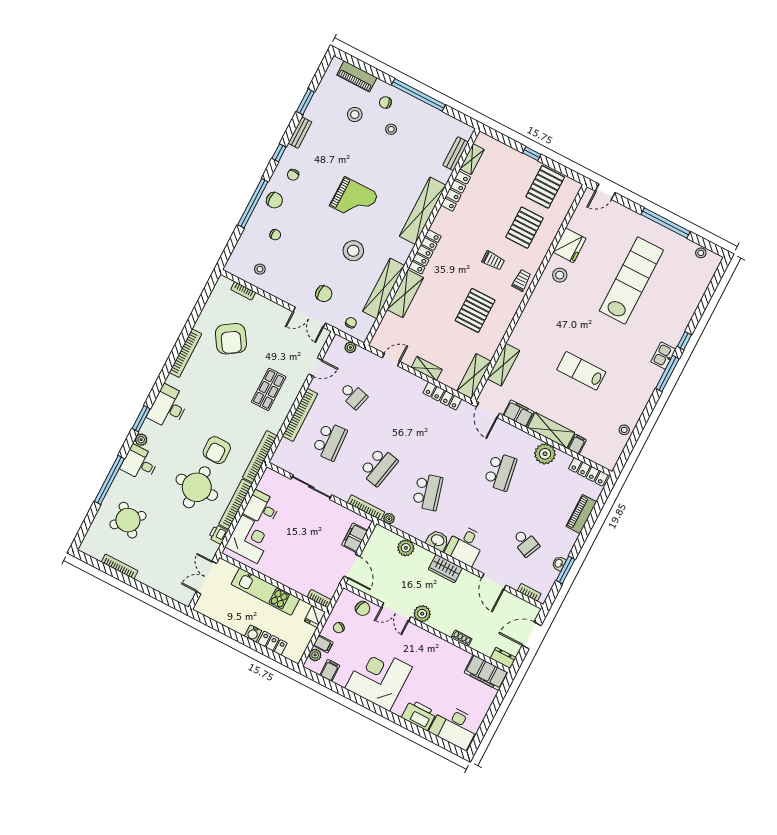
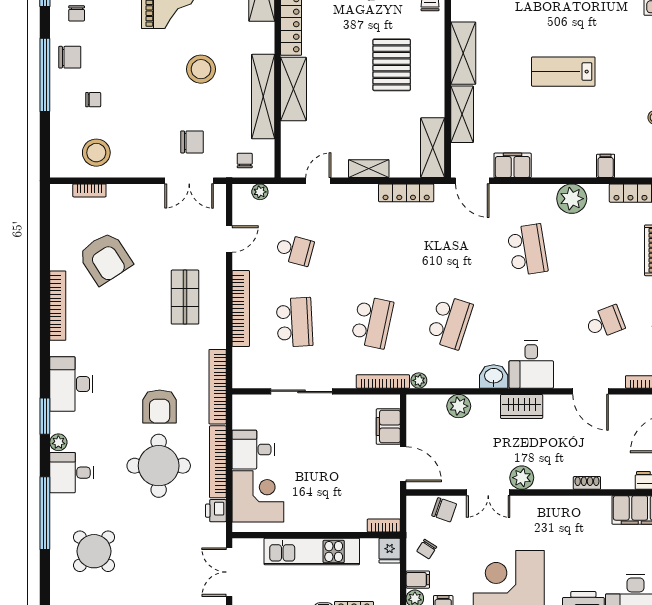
stool: (260, 269) -> (96, 153), width x1.89, depth x1.89
shelving: (551, 430) -> (463, 53), moved, turned 90
school desk: (428, 492) -> (450, 322), turned 33
school desk: (526, 543) -> (605, 322), turned -45

